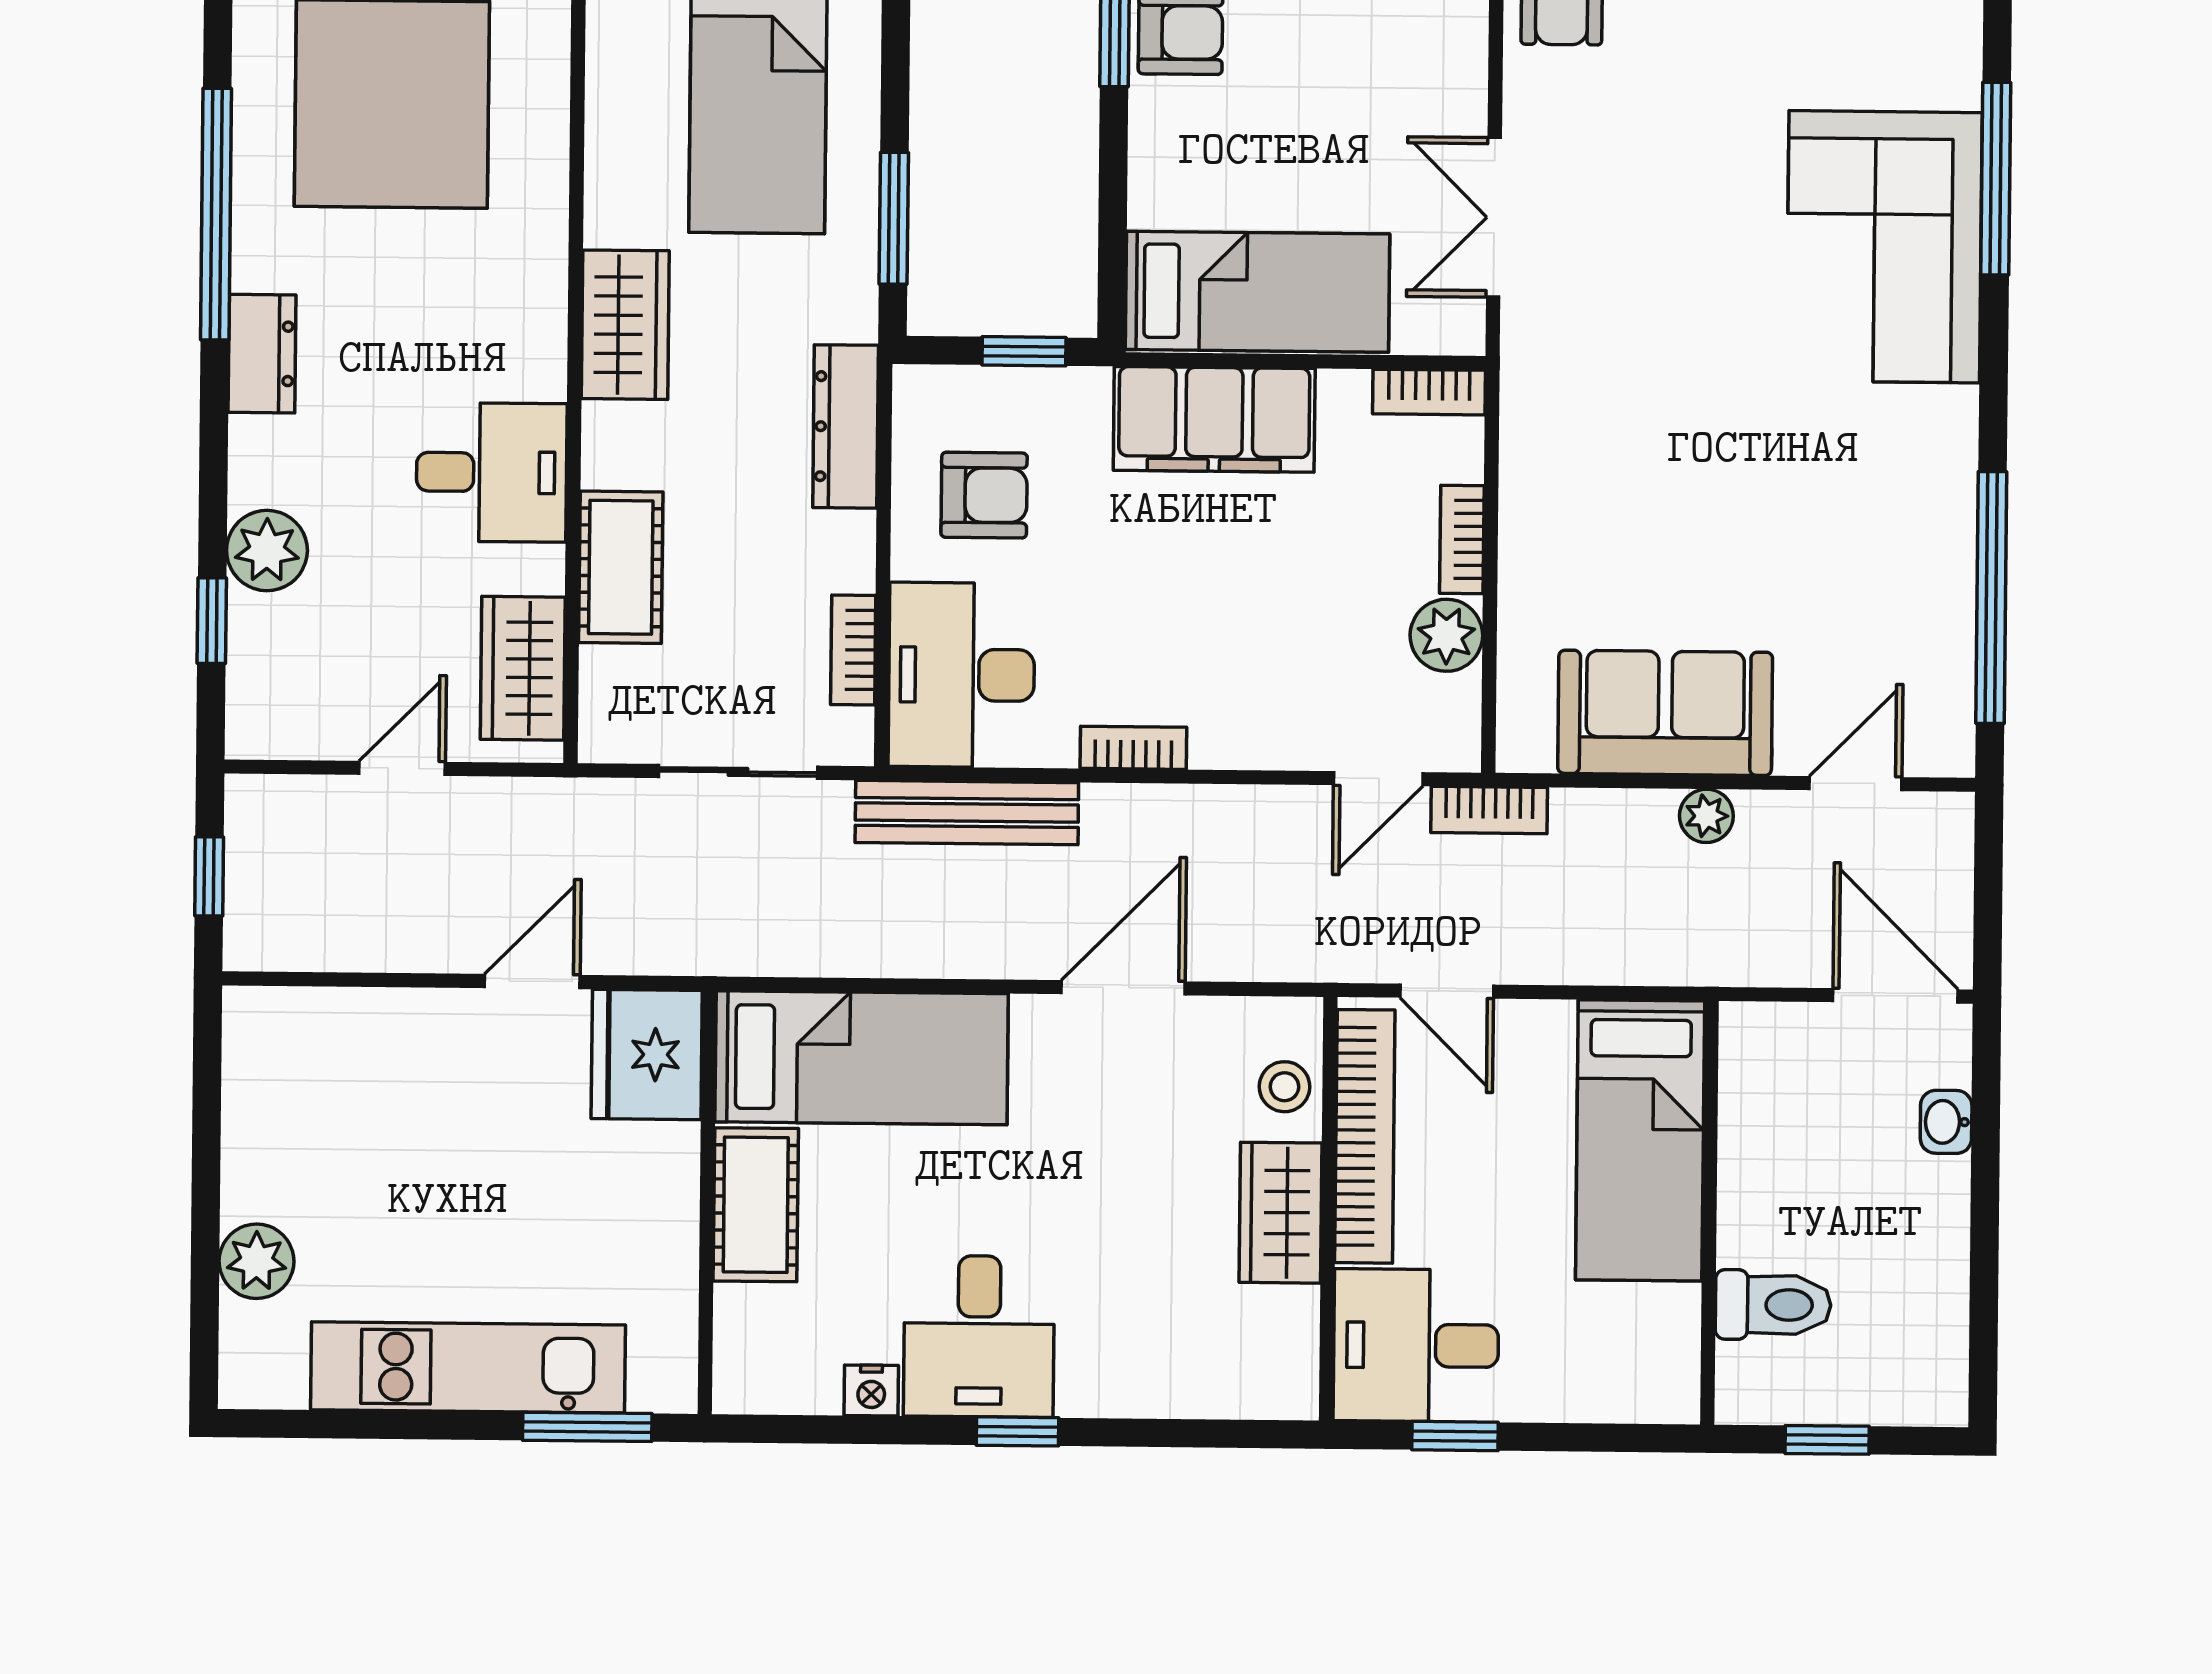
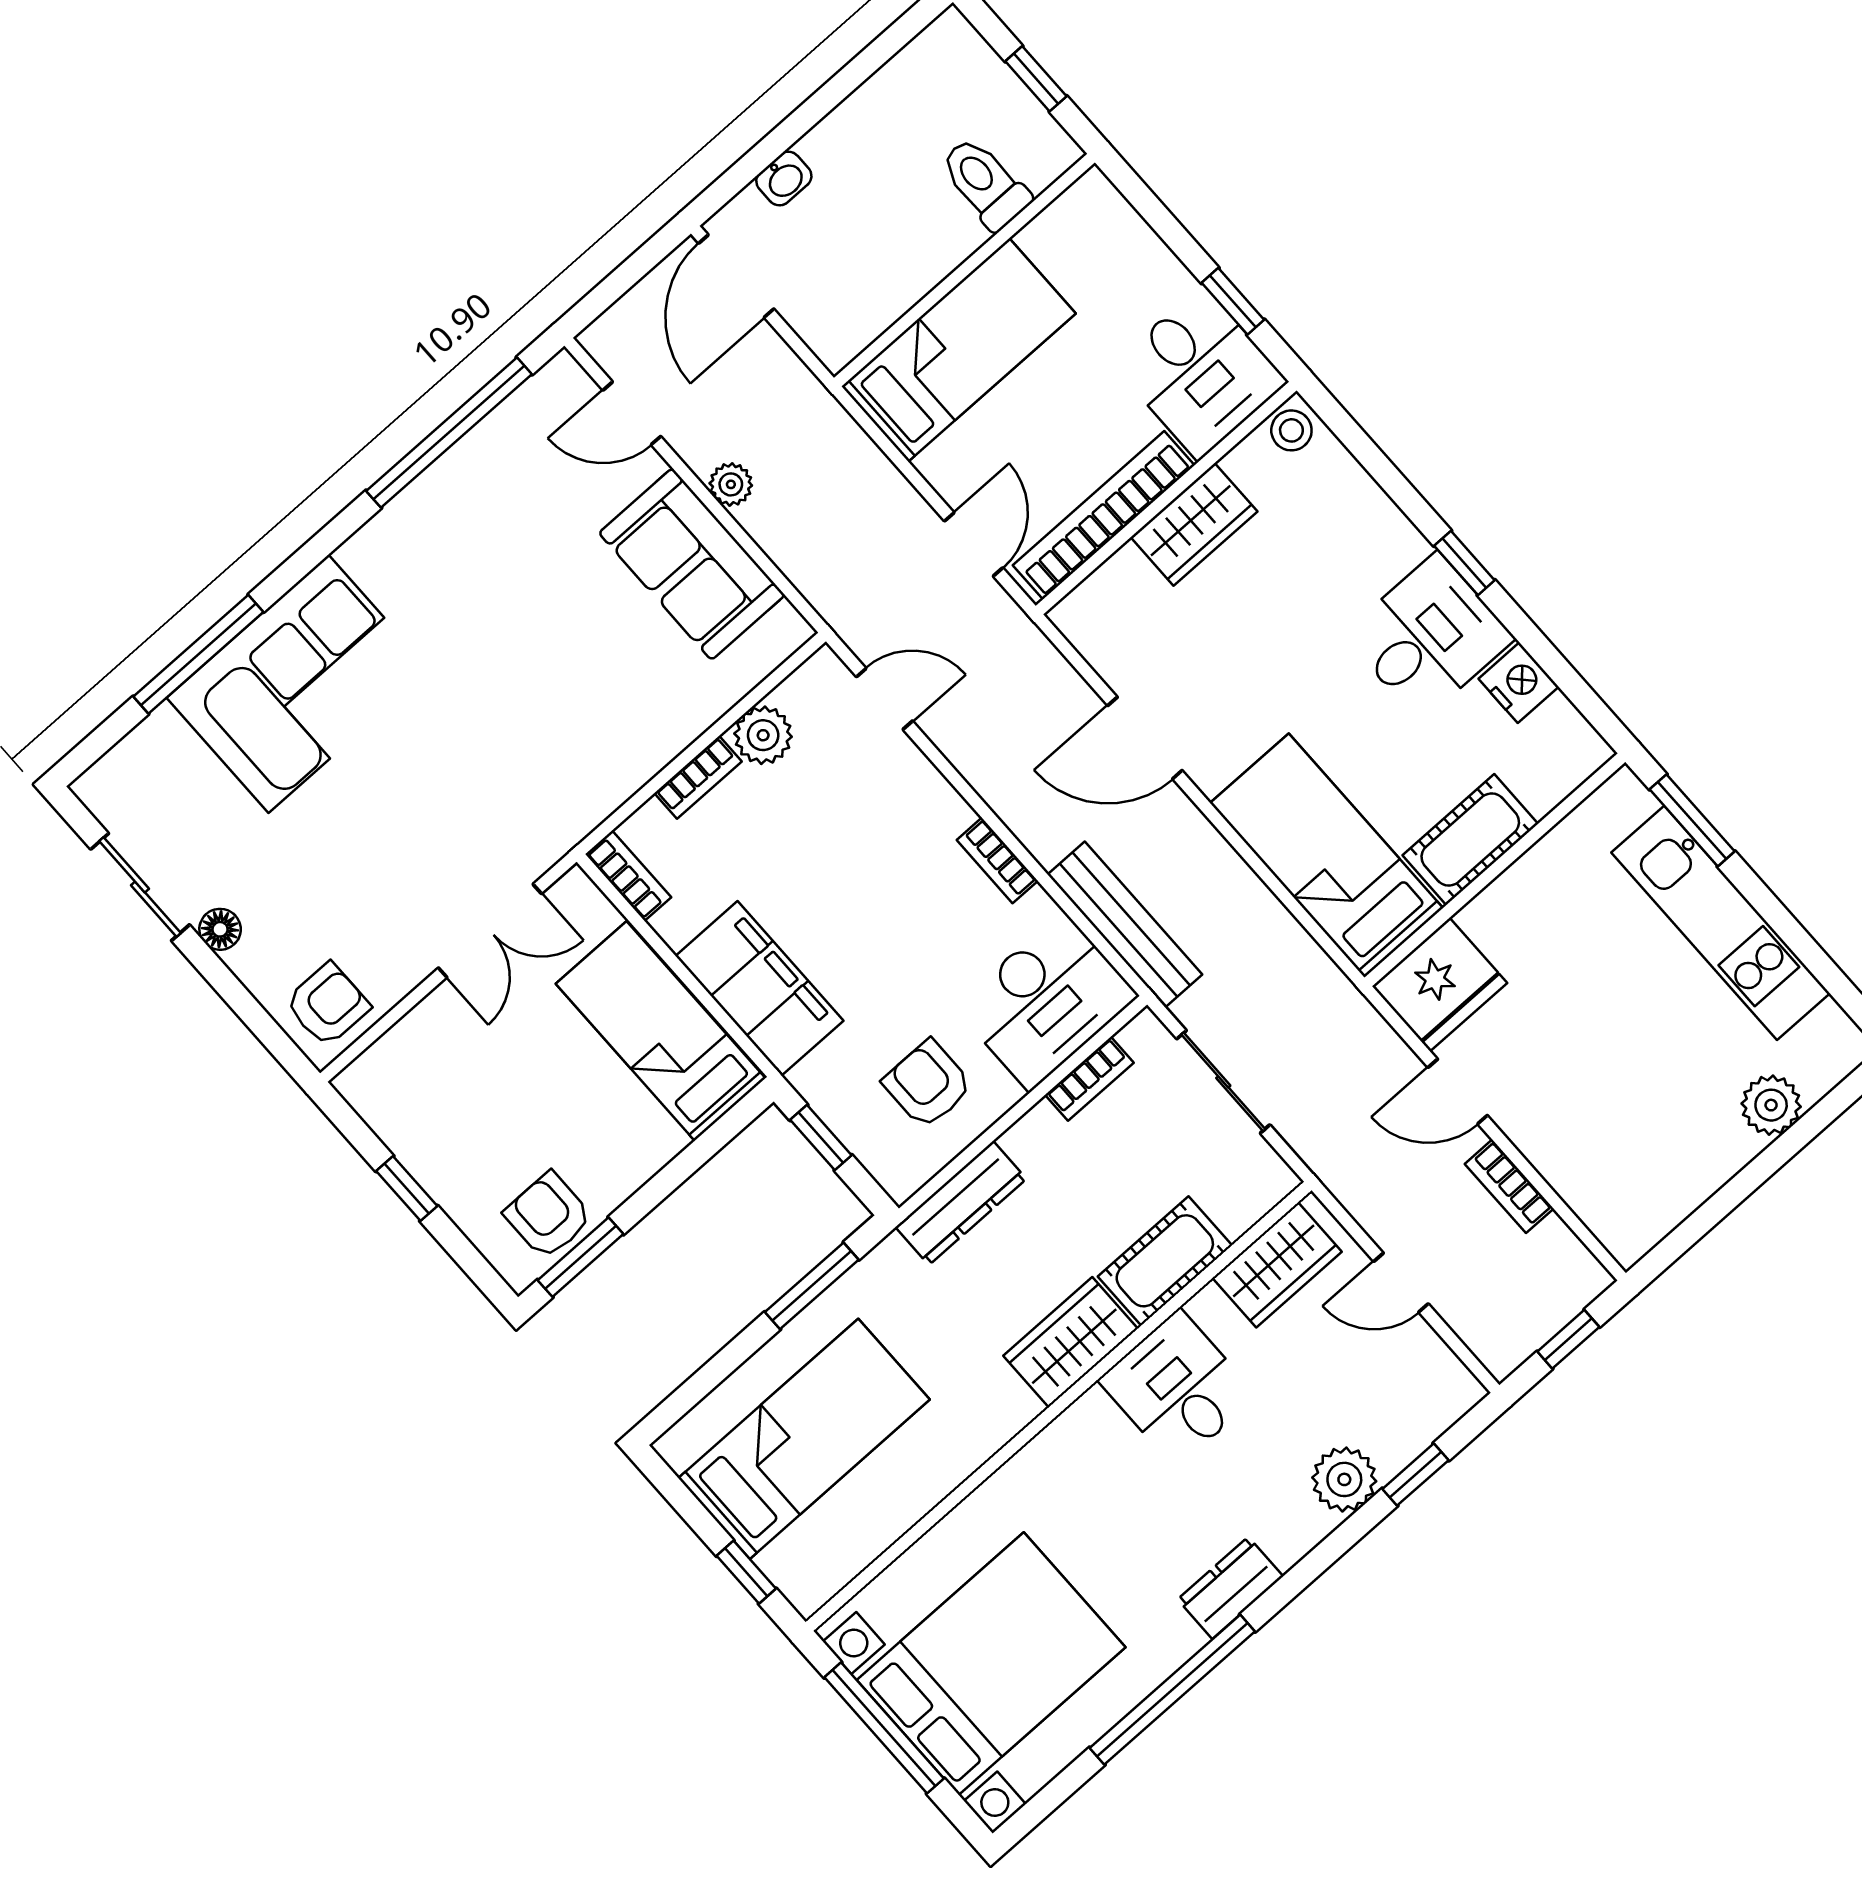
wardrobe: (625, 325) -> (1071, 1342), moved
bookcase: (1489, 810) -> (1509, 1186), moved, turned 180
stool: (1285, 1087) -> (1291, 430), moved
nightstand: (871, 1390) -> (1519, 683), width x1.39, depth x1.35

